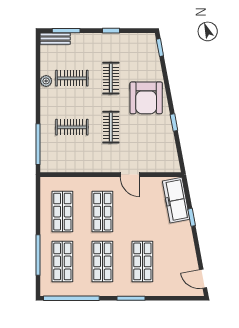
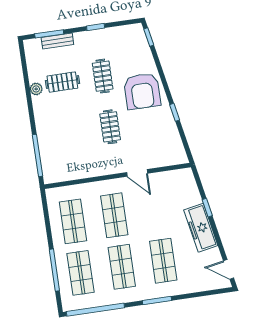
bench: (55, 39) -> (57, 41), moved
clothes rail: (72, 127) -> (70, 133), removed
freezer: (176, 200) -> (201, 228), moved

